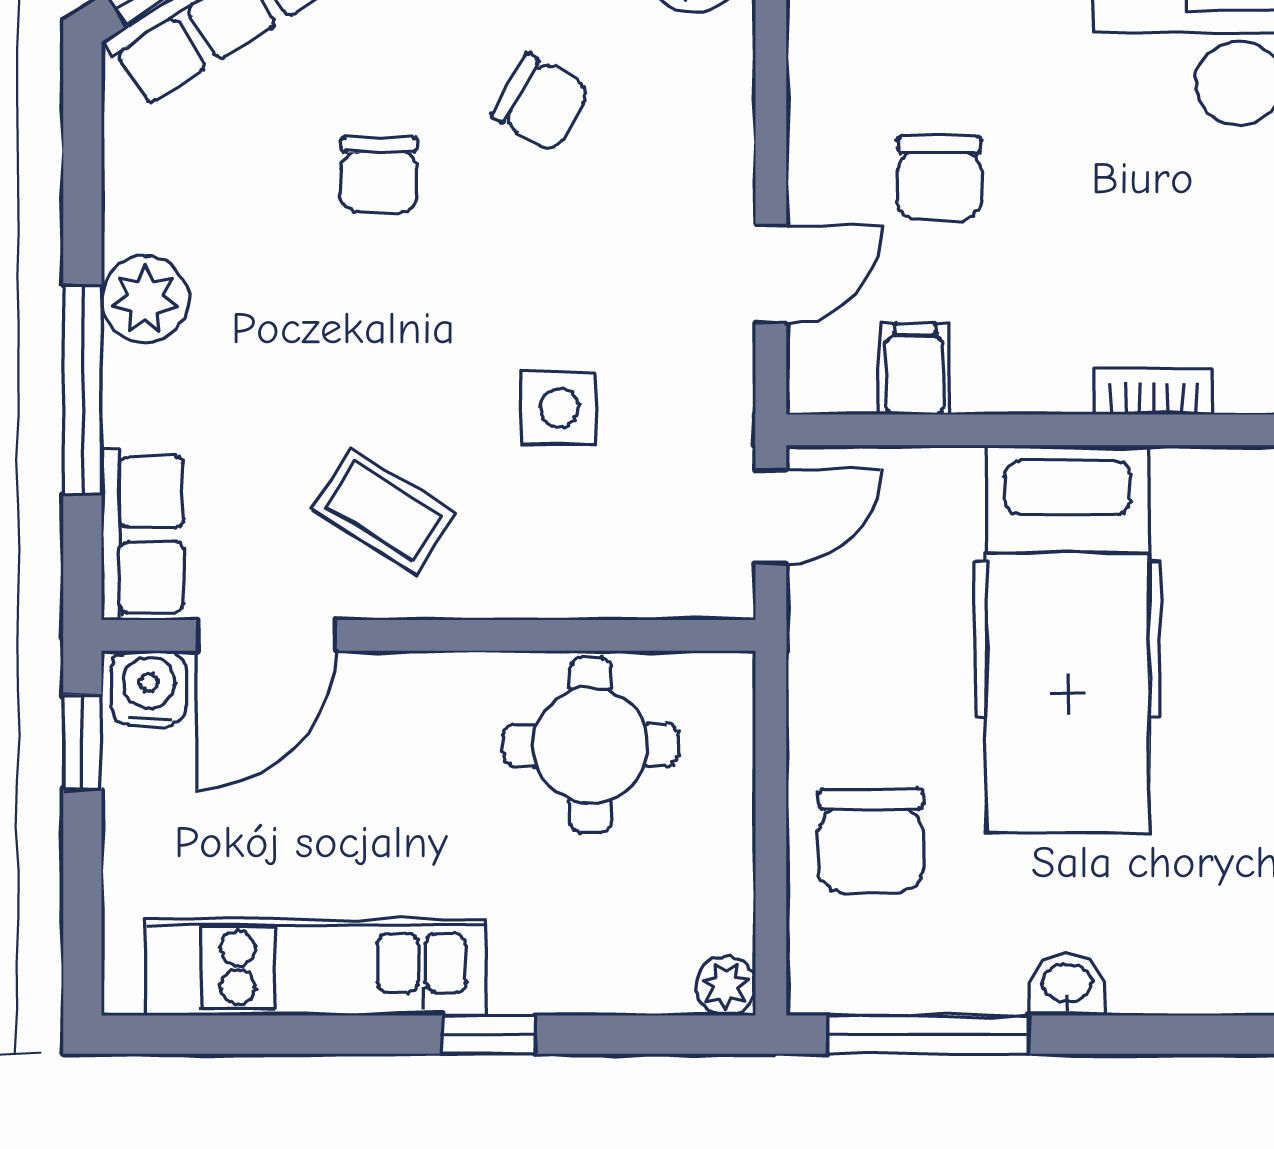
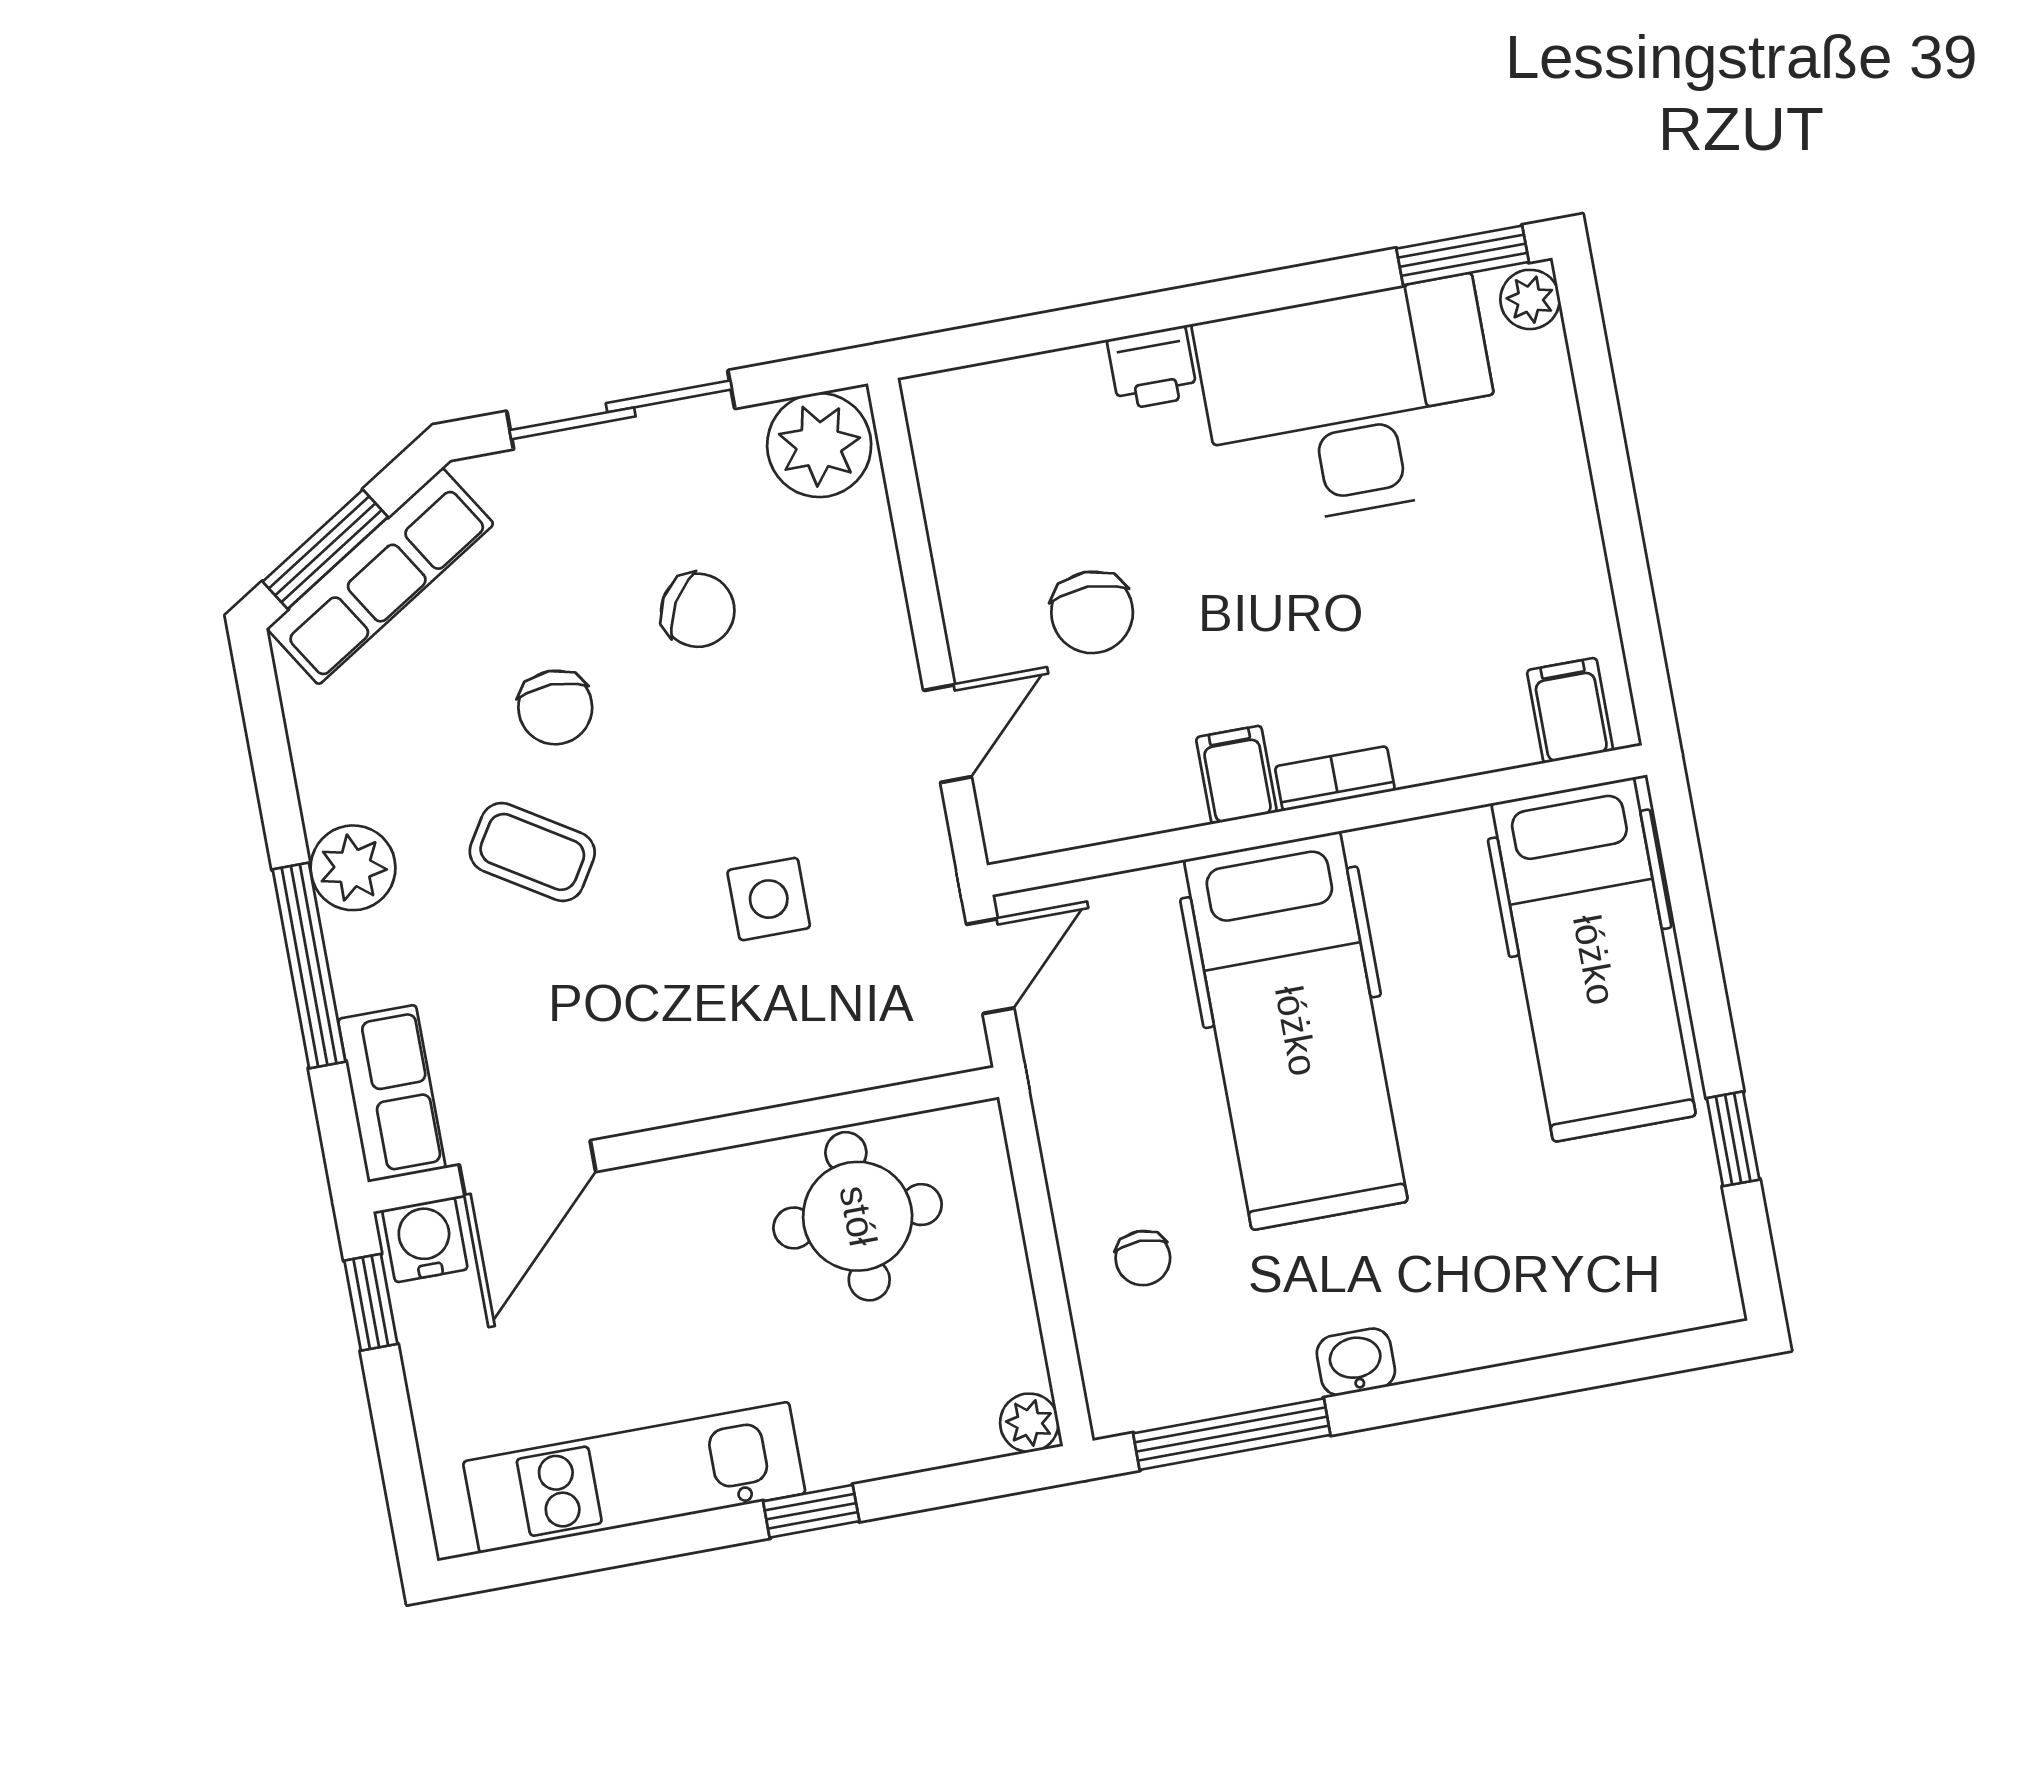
filing cabinet: (915, 369) -> (1236, 775), moved
coffee table: (384, 511) -> (532, 852), moved
chair: (871, 840) -> (1143, 1258), width x0.54, depth x0.54

